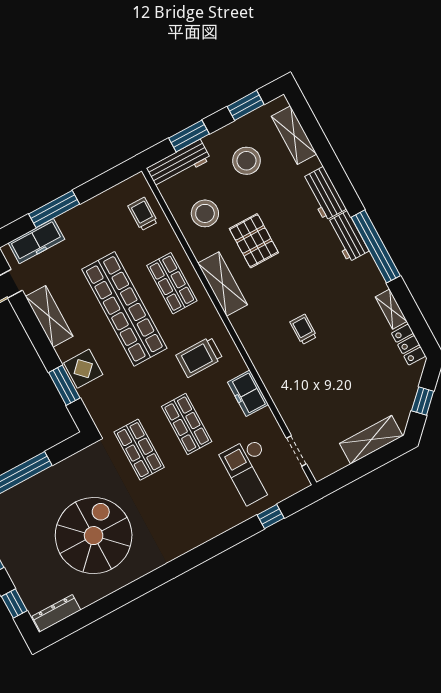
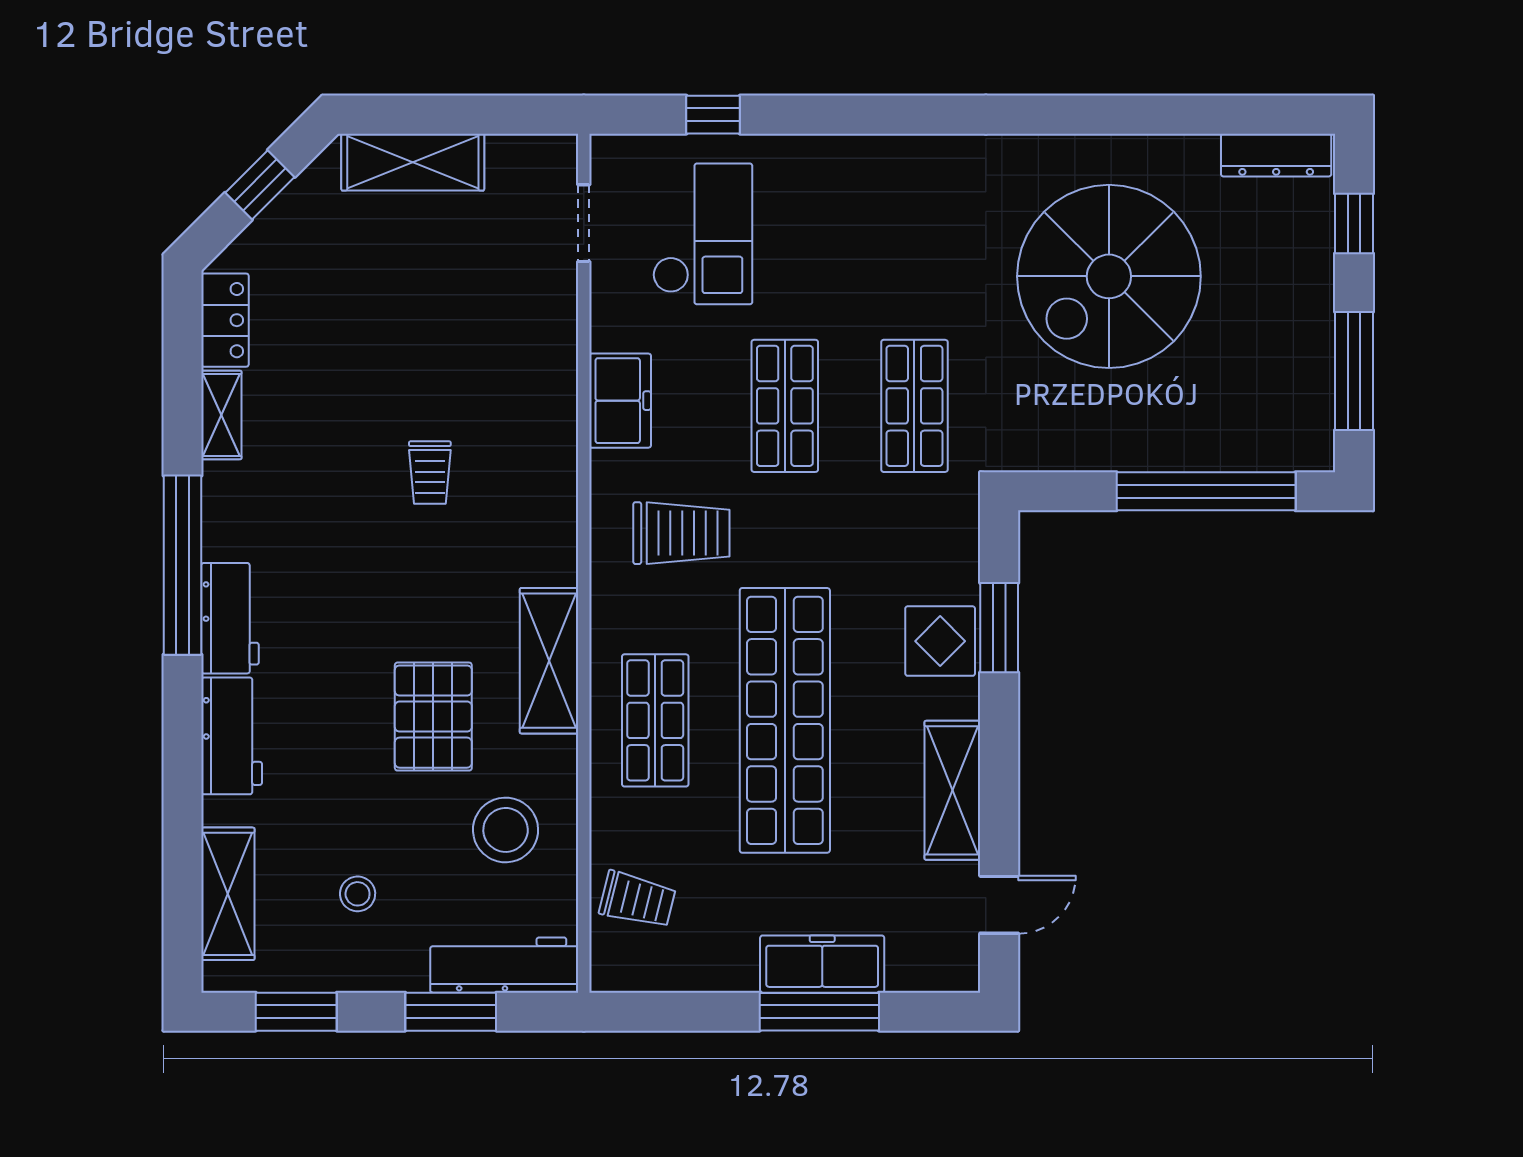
stool: (246, 161) -> (358, 894), width x0.53, depth x0.53
trolley: (143, 214) -> (637, 900), turned -76
freezer: (36, 241) -> (822, 964), moved

